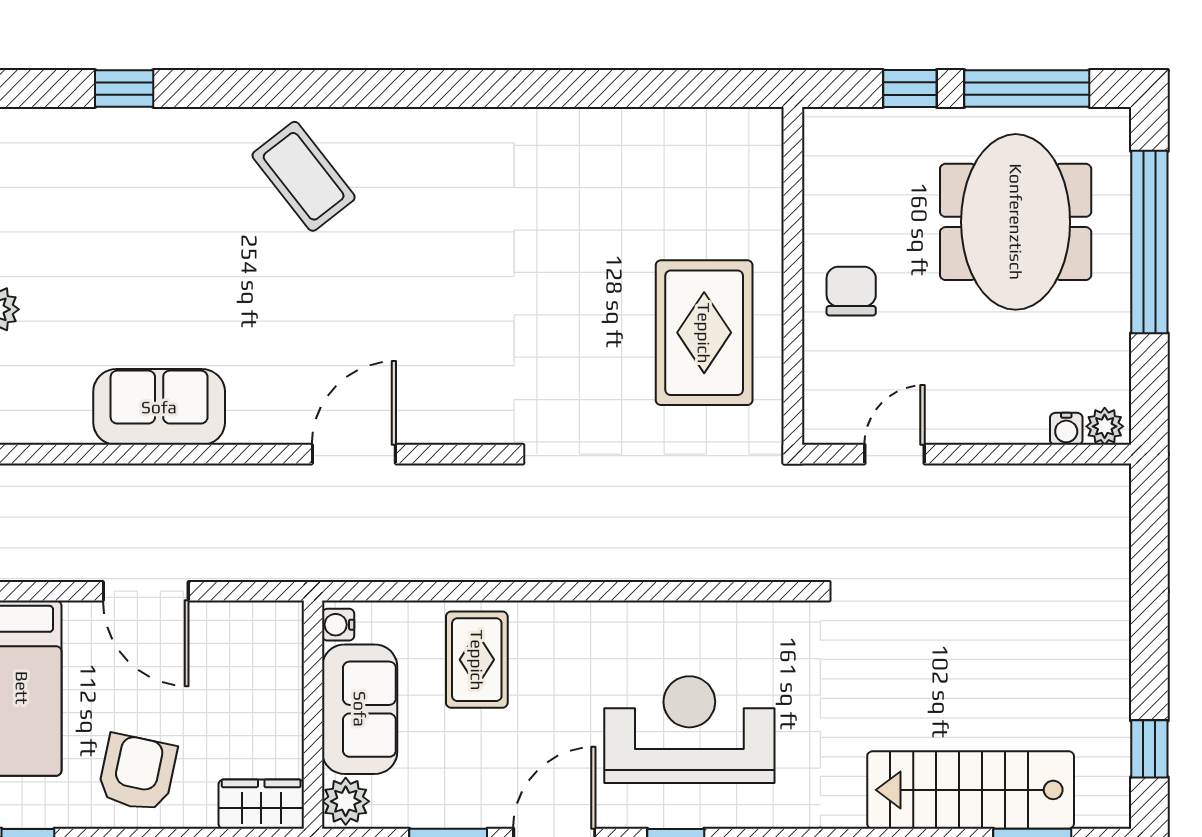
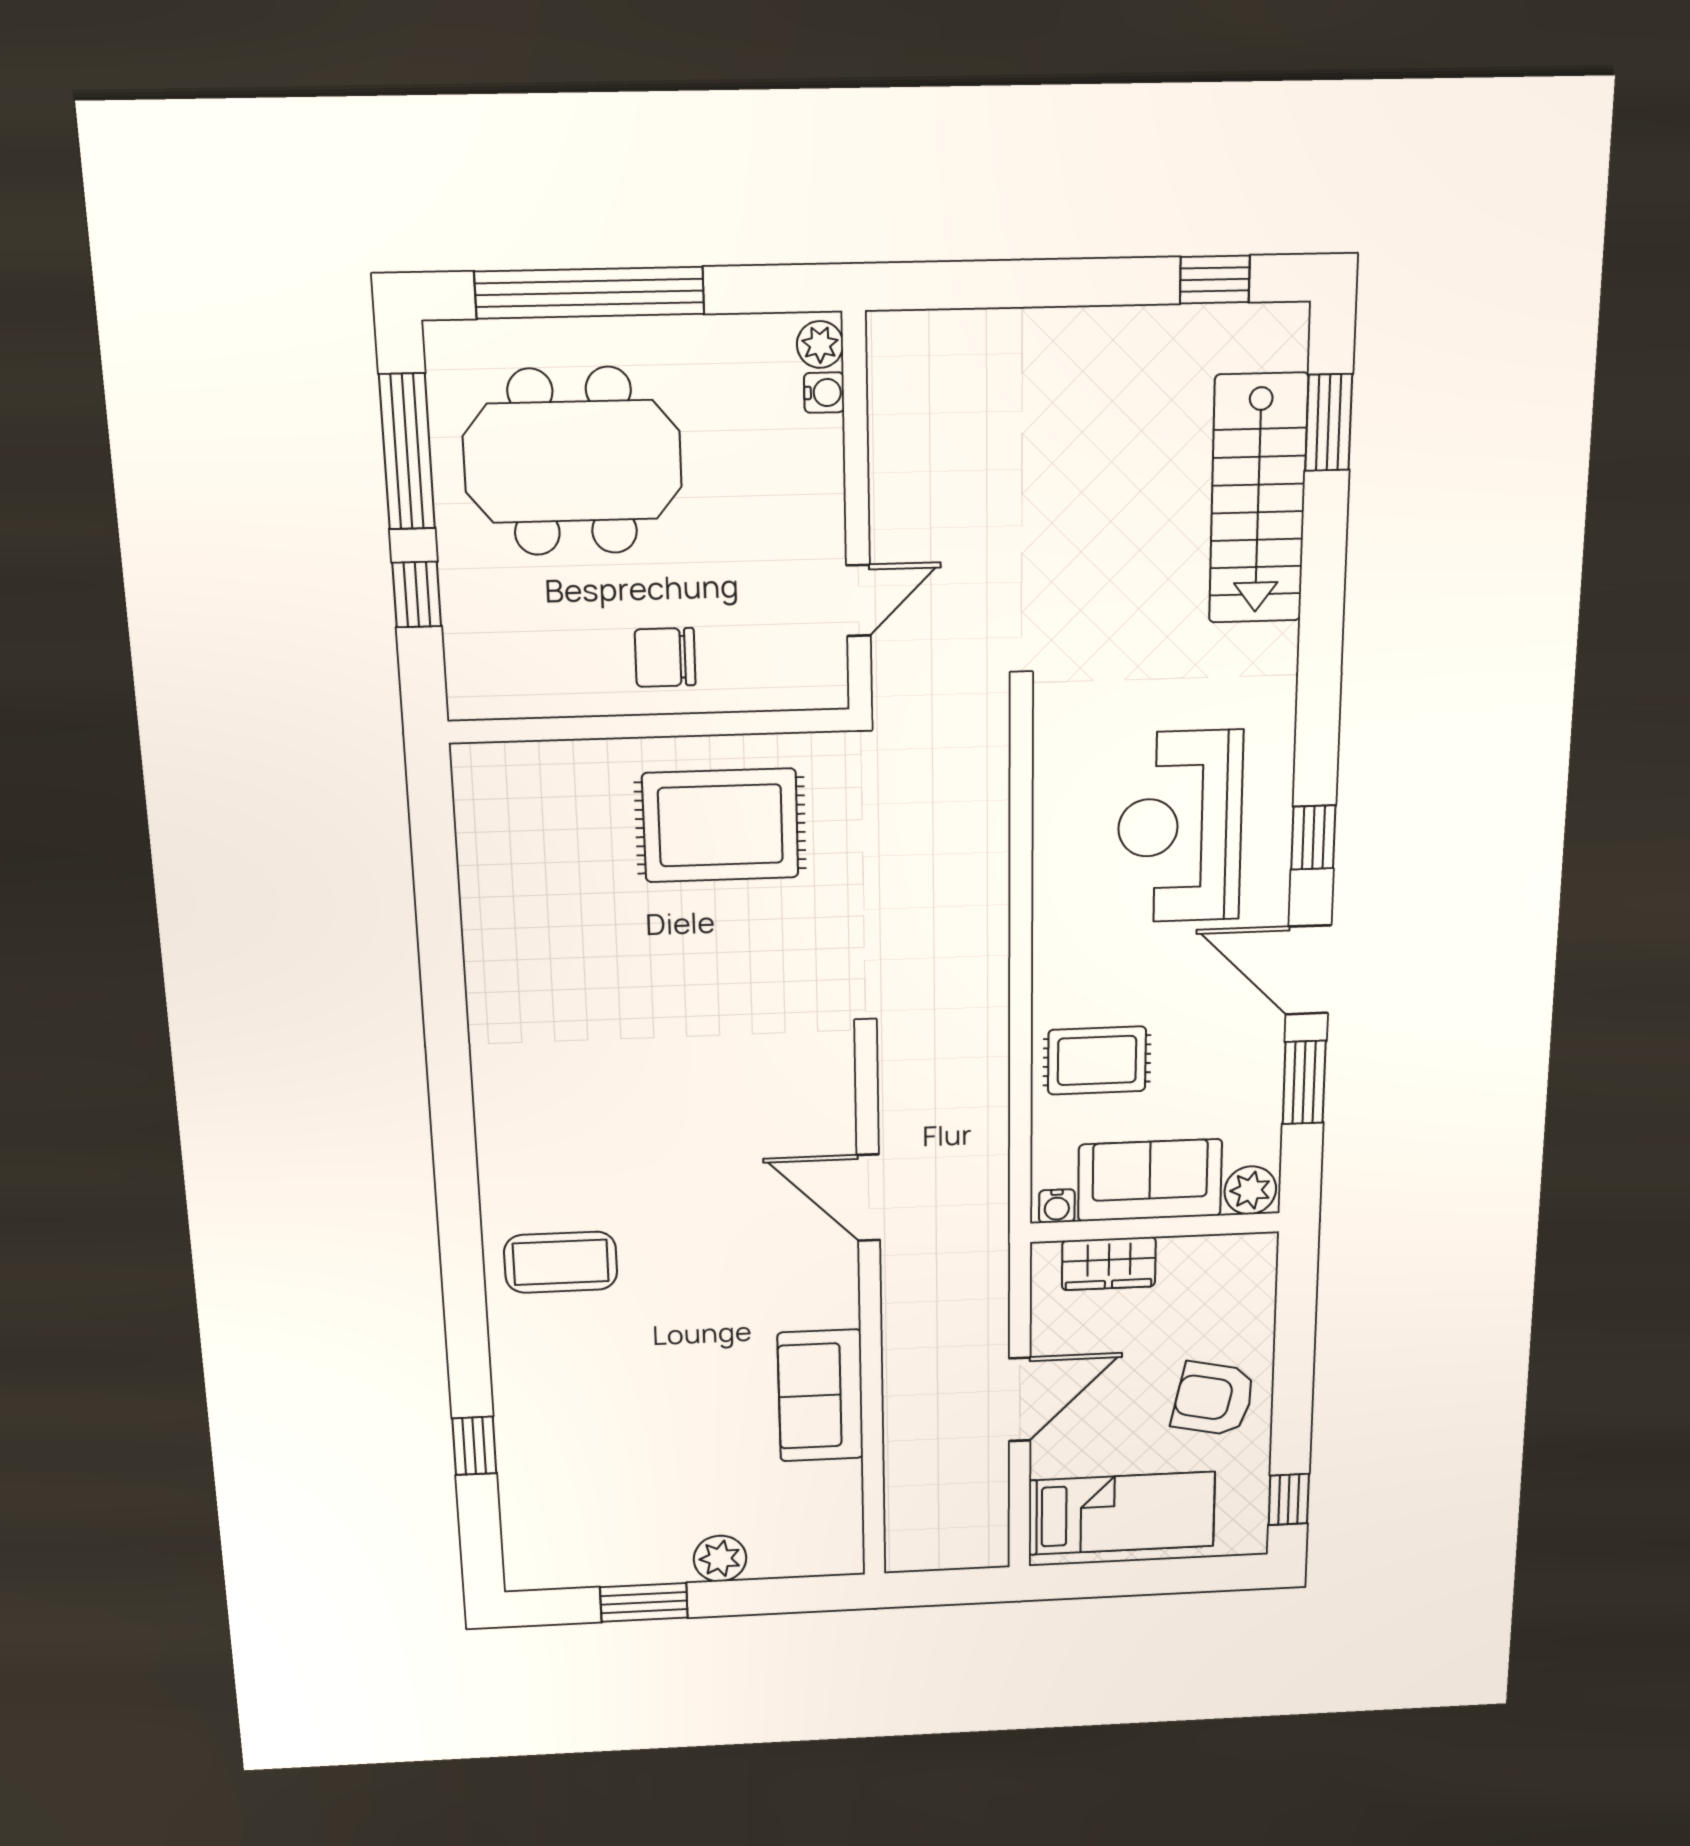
coffee table: (304, 176) -> (561, 1262), turned 38
door: (895, 454) -> (858, 601), swing flipped
wardrobe: (261, 804) -> (1109, 1264), moved, turned -90

